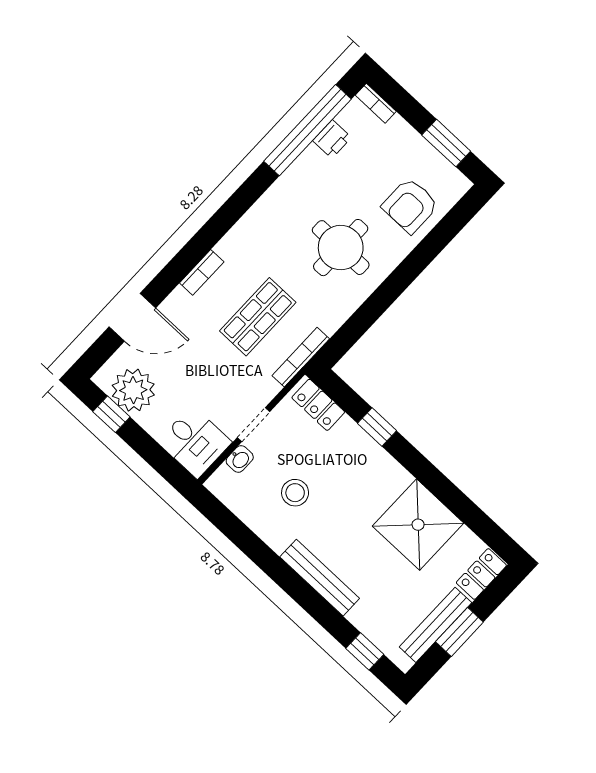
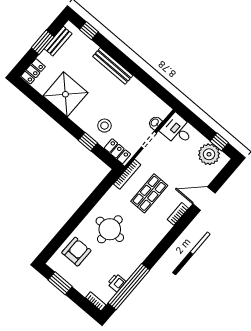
door: (132, 317) -> (204, 199), moved
stool: (295, 493) -> (104, 126), moved
bench: (436, 625) -> (58, 41), width x0.73

